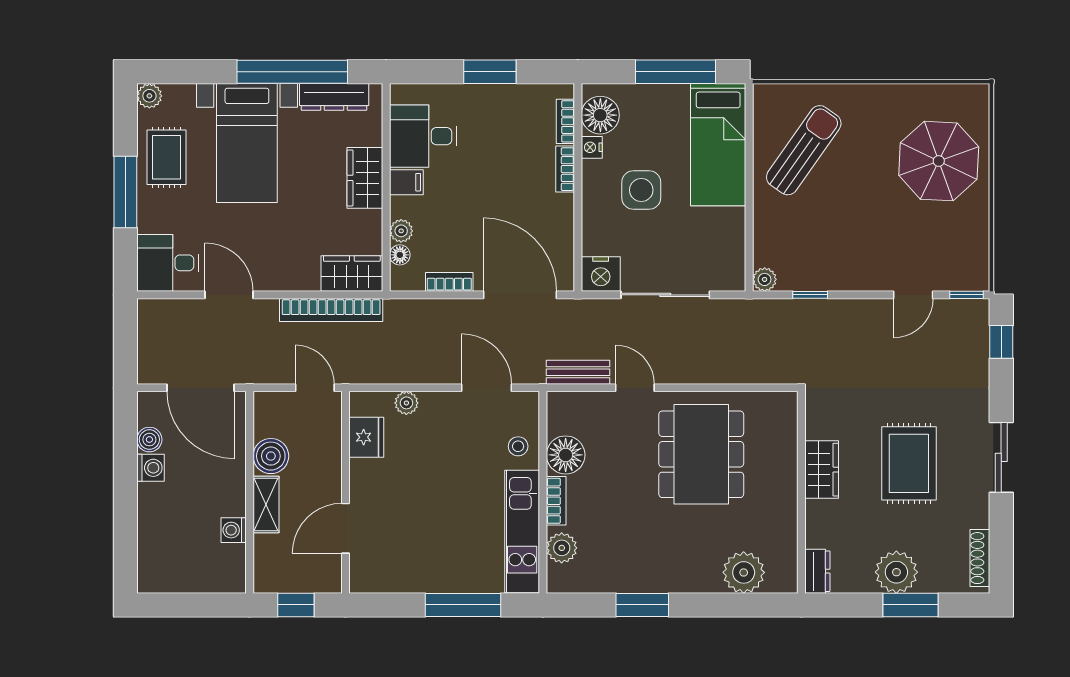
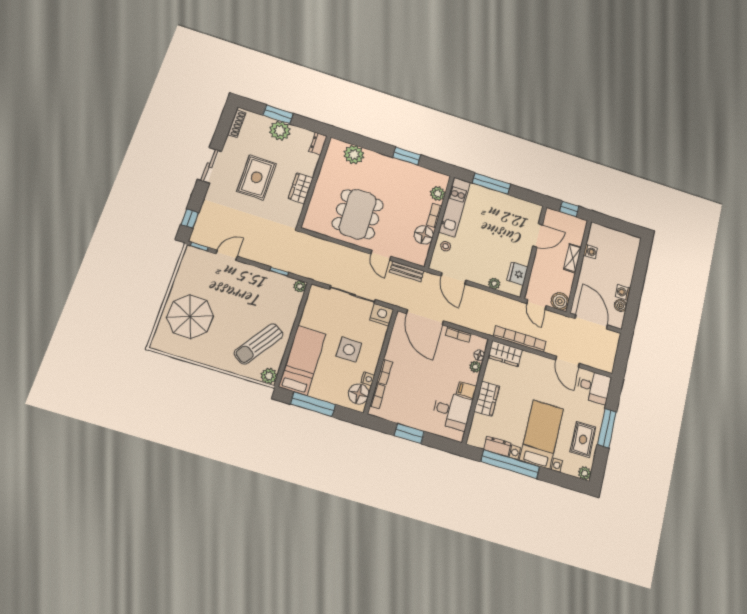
dresser: (334, 97) -> (497, 446), width x0.70
plant: (768, 98) -> (269, 376), added
boiler: (271, 456) -> (560, 301), moved

